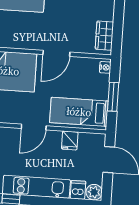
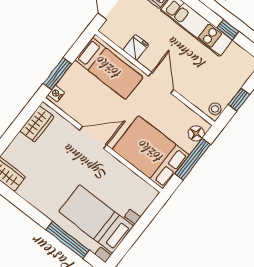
window: (113, 97) -> (57, 74), moved
door: (34, 127) -> (161, 83), hinge flipped

